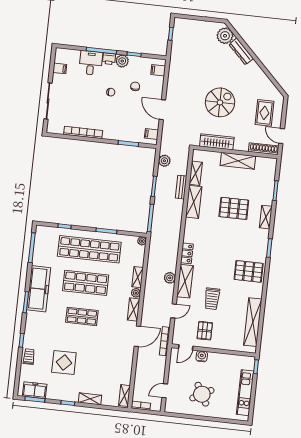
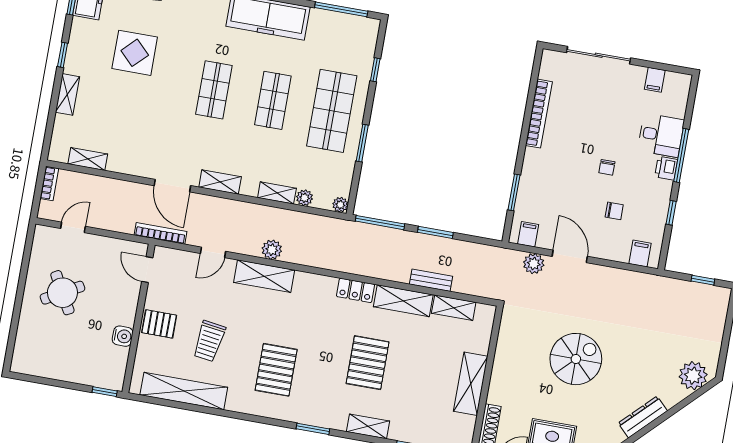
dresser: (241, 51) -> (643, 417), moved
plant: (122, 61) -> (661, 191), removed
spiral stairs: (220, 102) -> (576, 359), turned -90
door: (162, 110) -> (570, 256), hinge flipped
wardrobe: (217, 142) -> (507, 349), removed
plant: (164, 161) -> (534, 264), moved
pallet: (234, 208) -> (368, 363), moved
shop shelf: (89, 249) -> (332, 111), width x0.71
locker: (187, 253) -> (356, 290), moved
pallet: (249, 271) -> (276, 370), moved
shop shelf: (86, 283) -> (273, 100), width x0.70, depth x0.74
plant: (136, 293) -> (305, 198), moved
trolley: (212, 299) -> (209, 341), moved, turned -82
door: (173, 311) -> (213, 252), hinge flipped
pallet: (205, 331) -> (159, 324), moved
water cooler: (202, 356) -> (123, 336), moved
door: (165, 391) -> (73, 227), hinge flipped
kitchen unit: (245, 393) -> (60, 369), removed
shelving: (124, 396) -> (88, 159), moved

